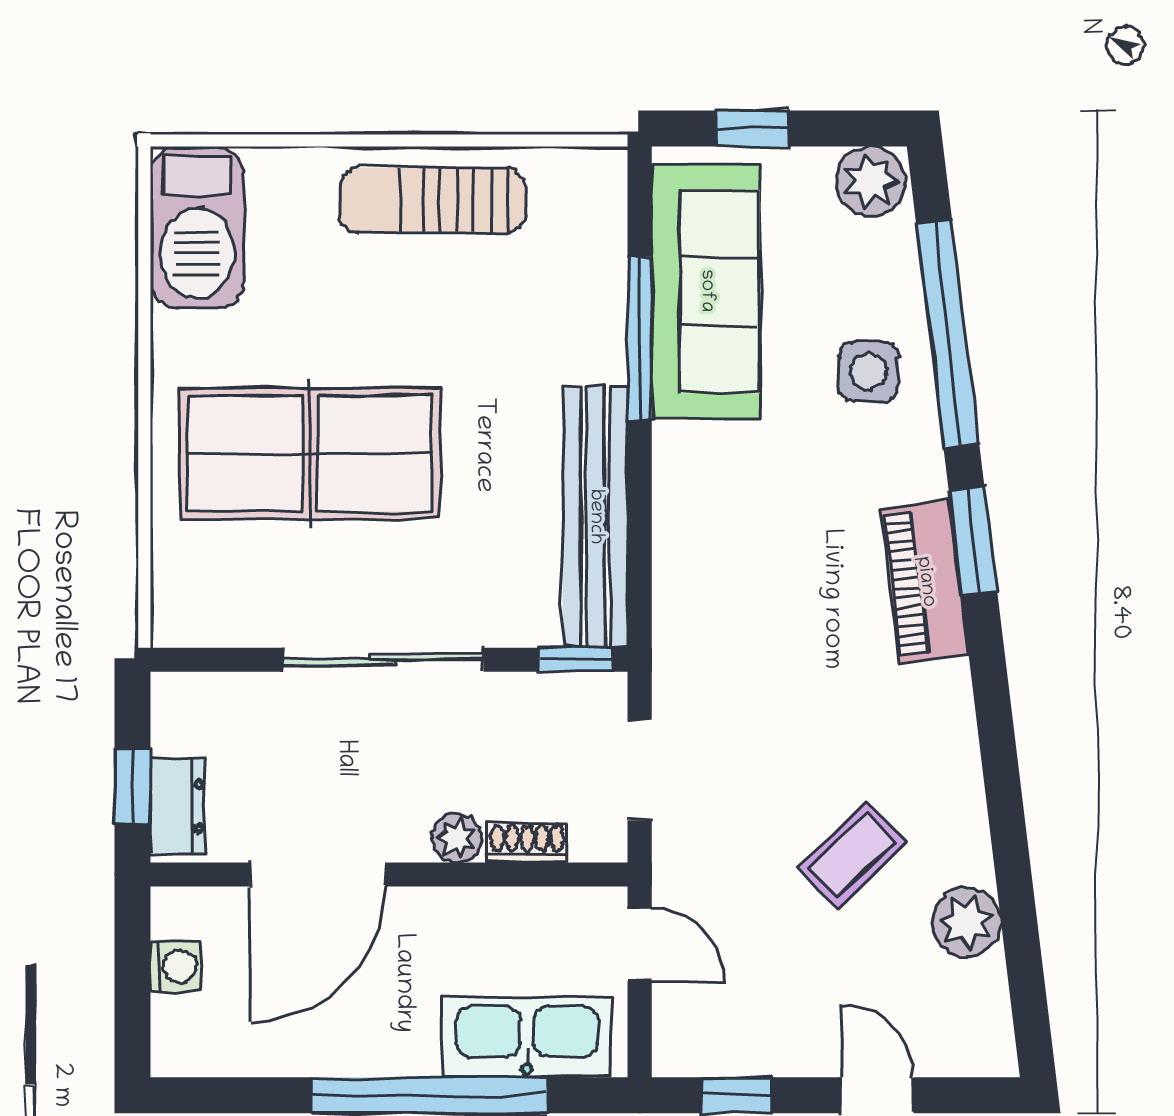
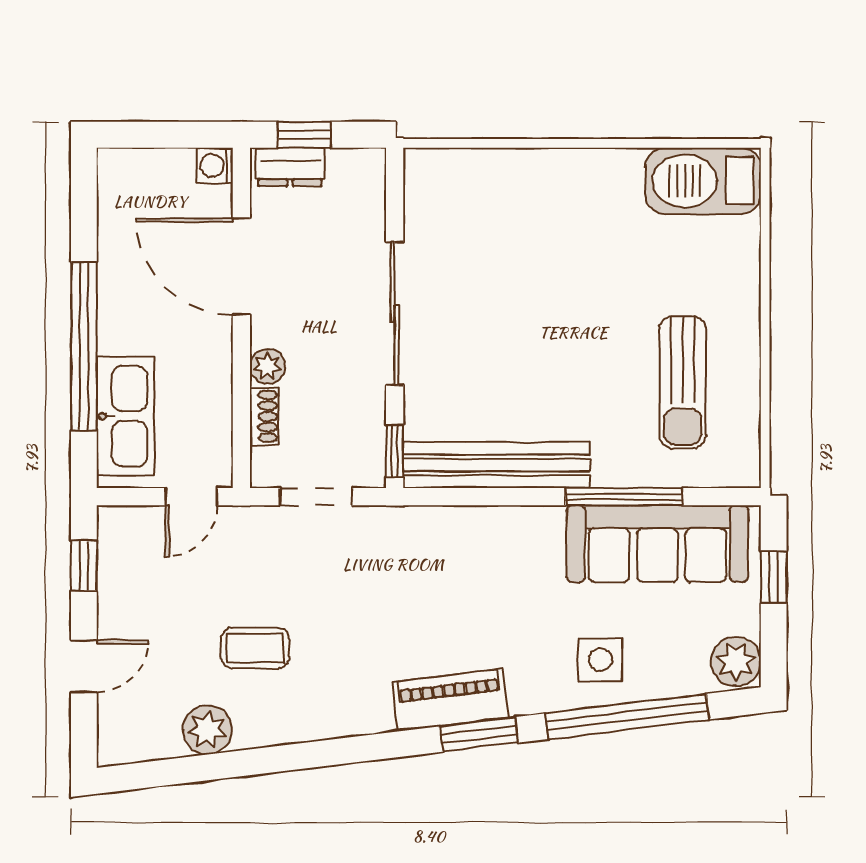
sun lounger: (432, 200) -> (683, 382), moved, turned 180
table tennis table: (310, 453) -> (542, 261), removed
coffee table: (852, 855) -> (255, 648), turned -46
washing machine: (176, 966) -> (215, 166), moved, turned 90

